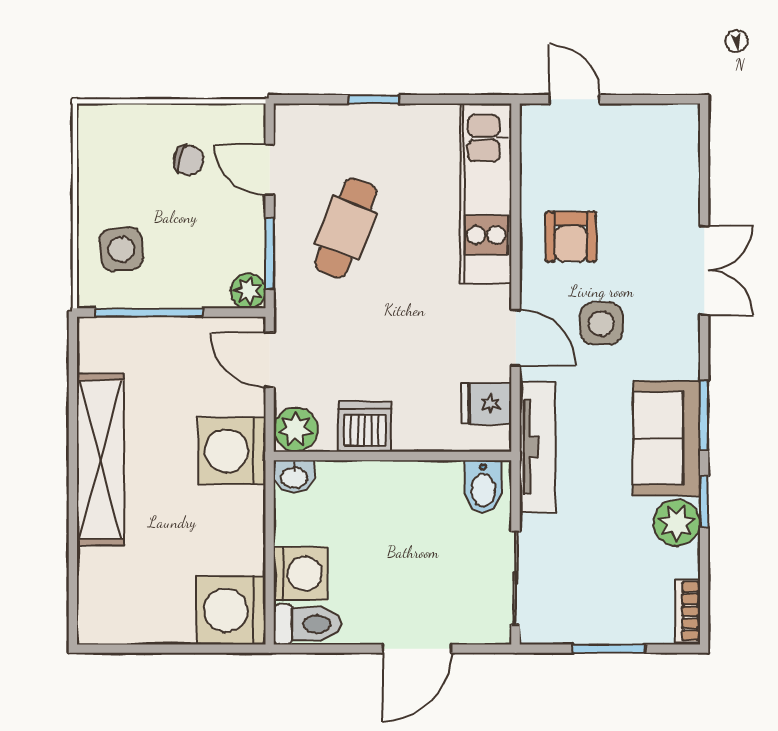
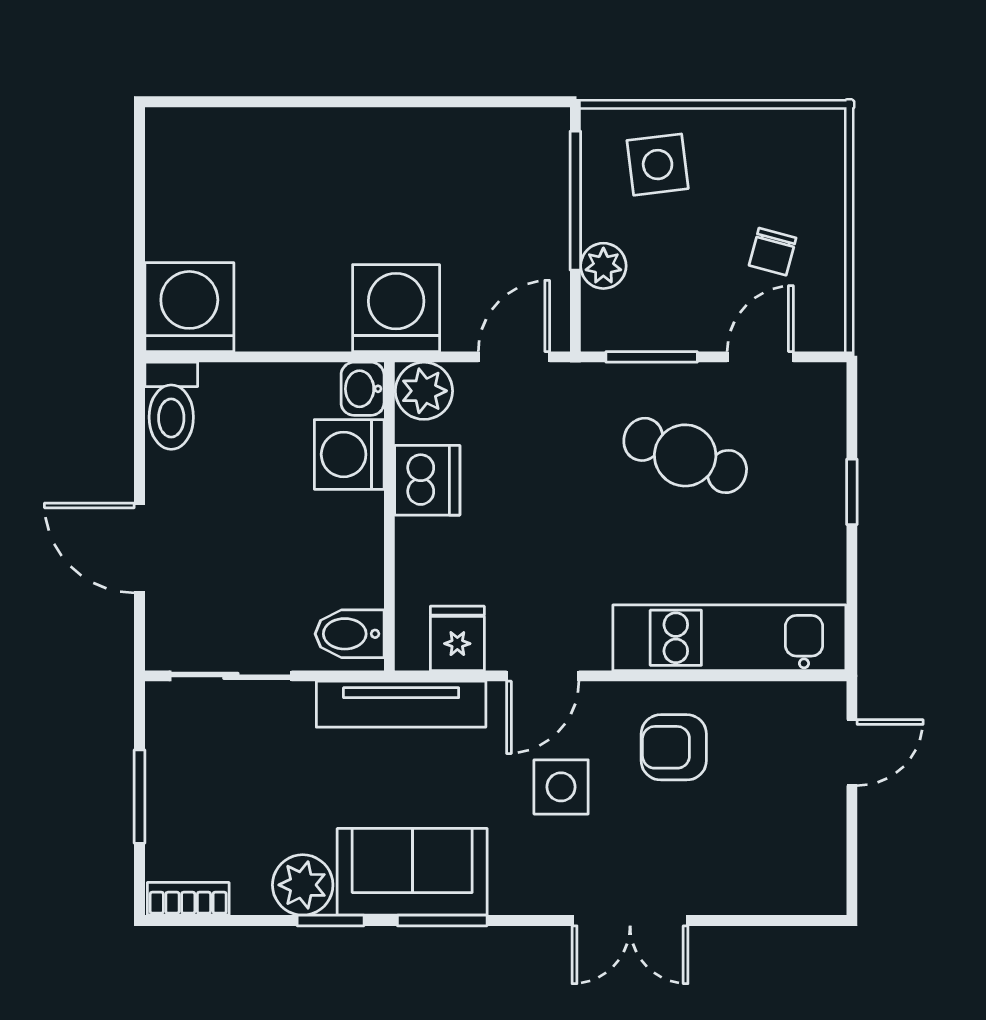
plant: (248, 291) -> (603, 266), moved
shelving: (100, 459) -> (385, 137), removed
washing machine: (301, 574) -> (349, 454), moved, turned 90

